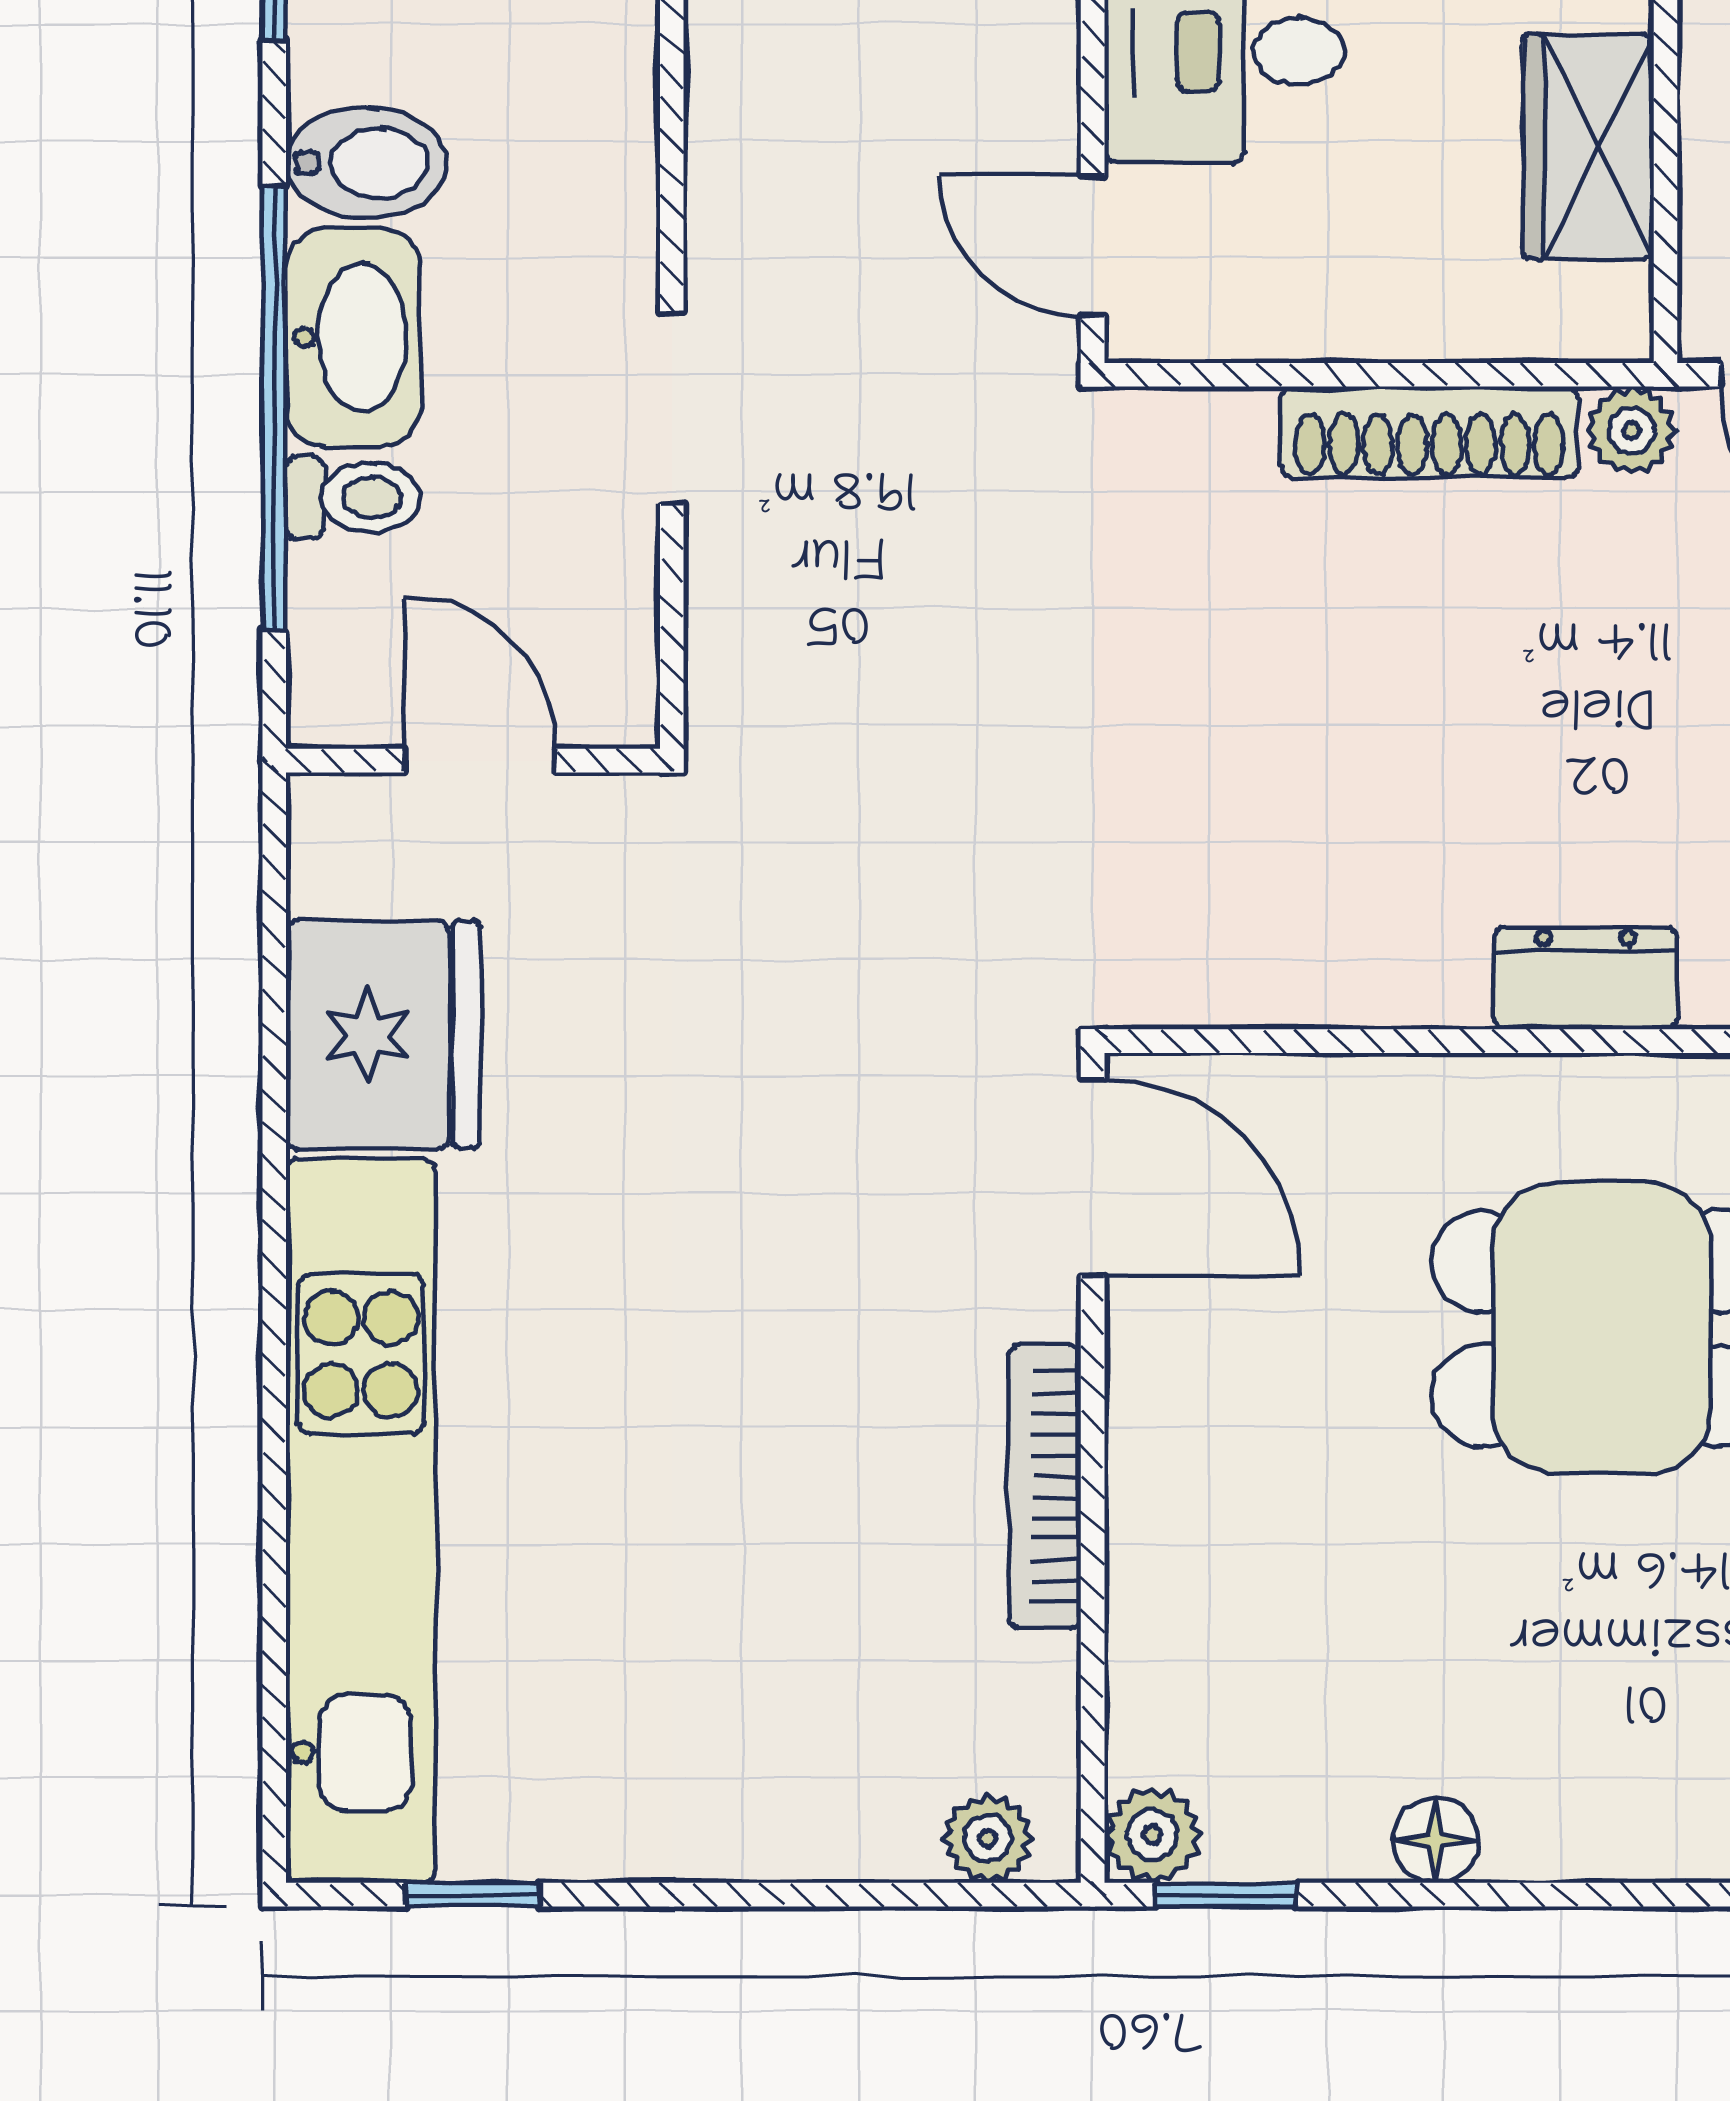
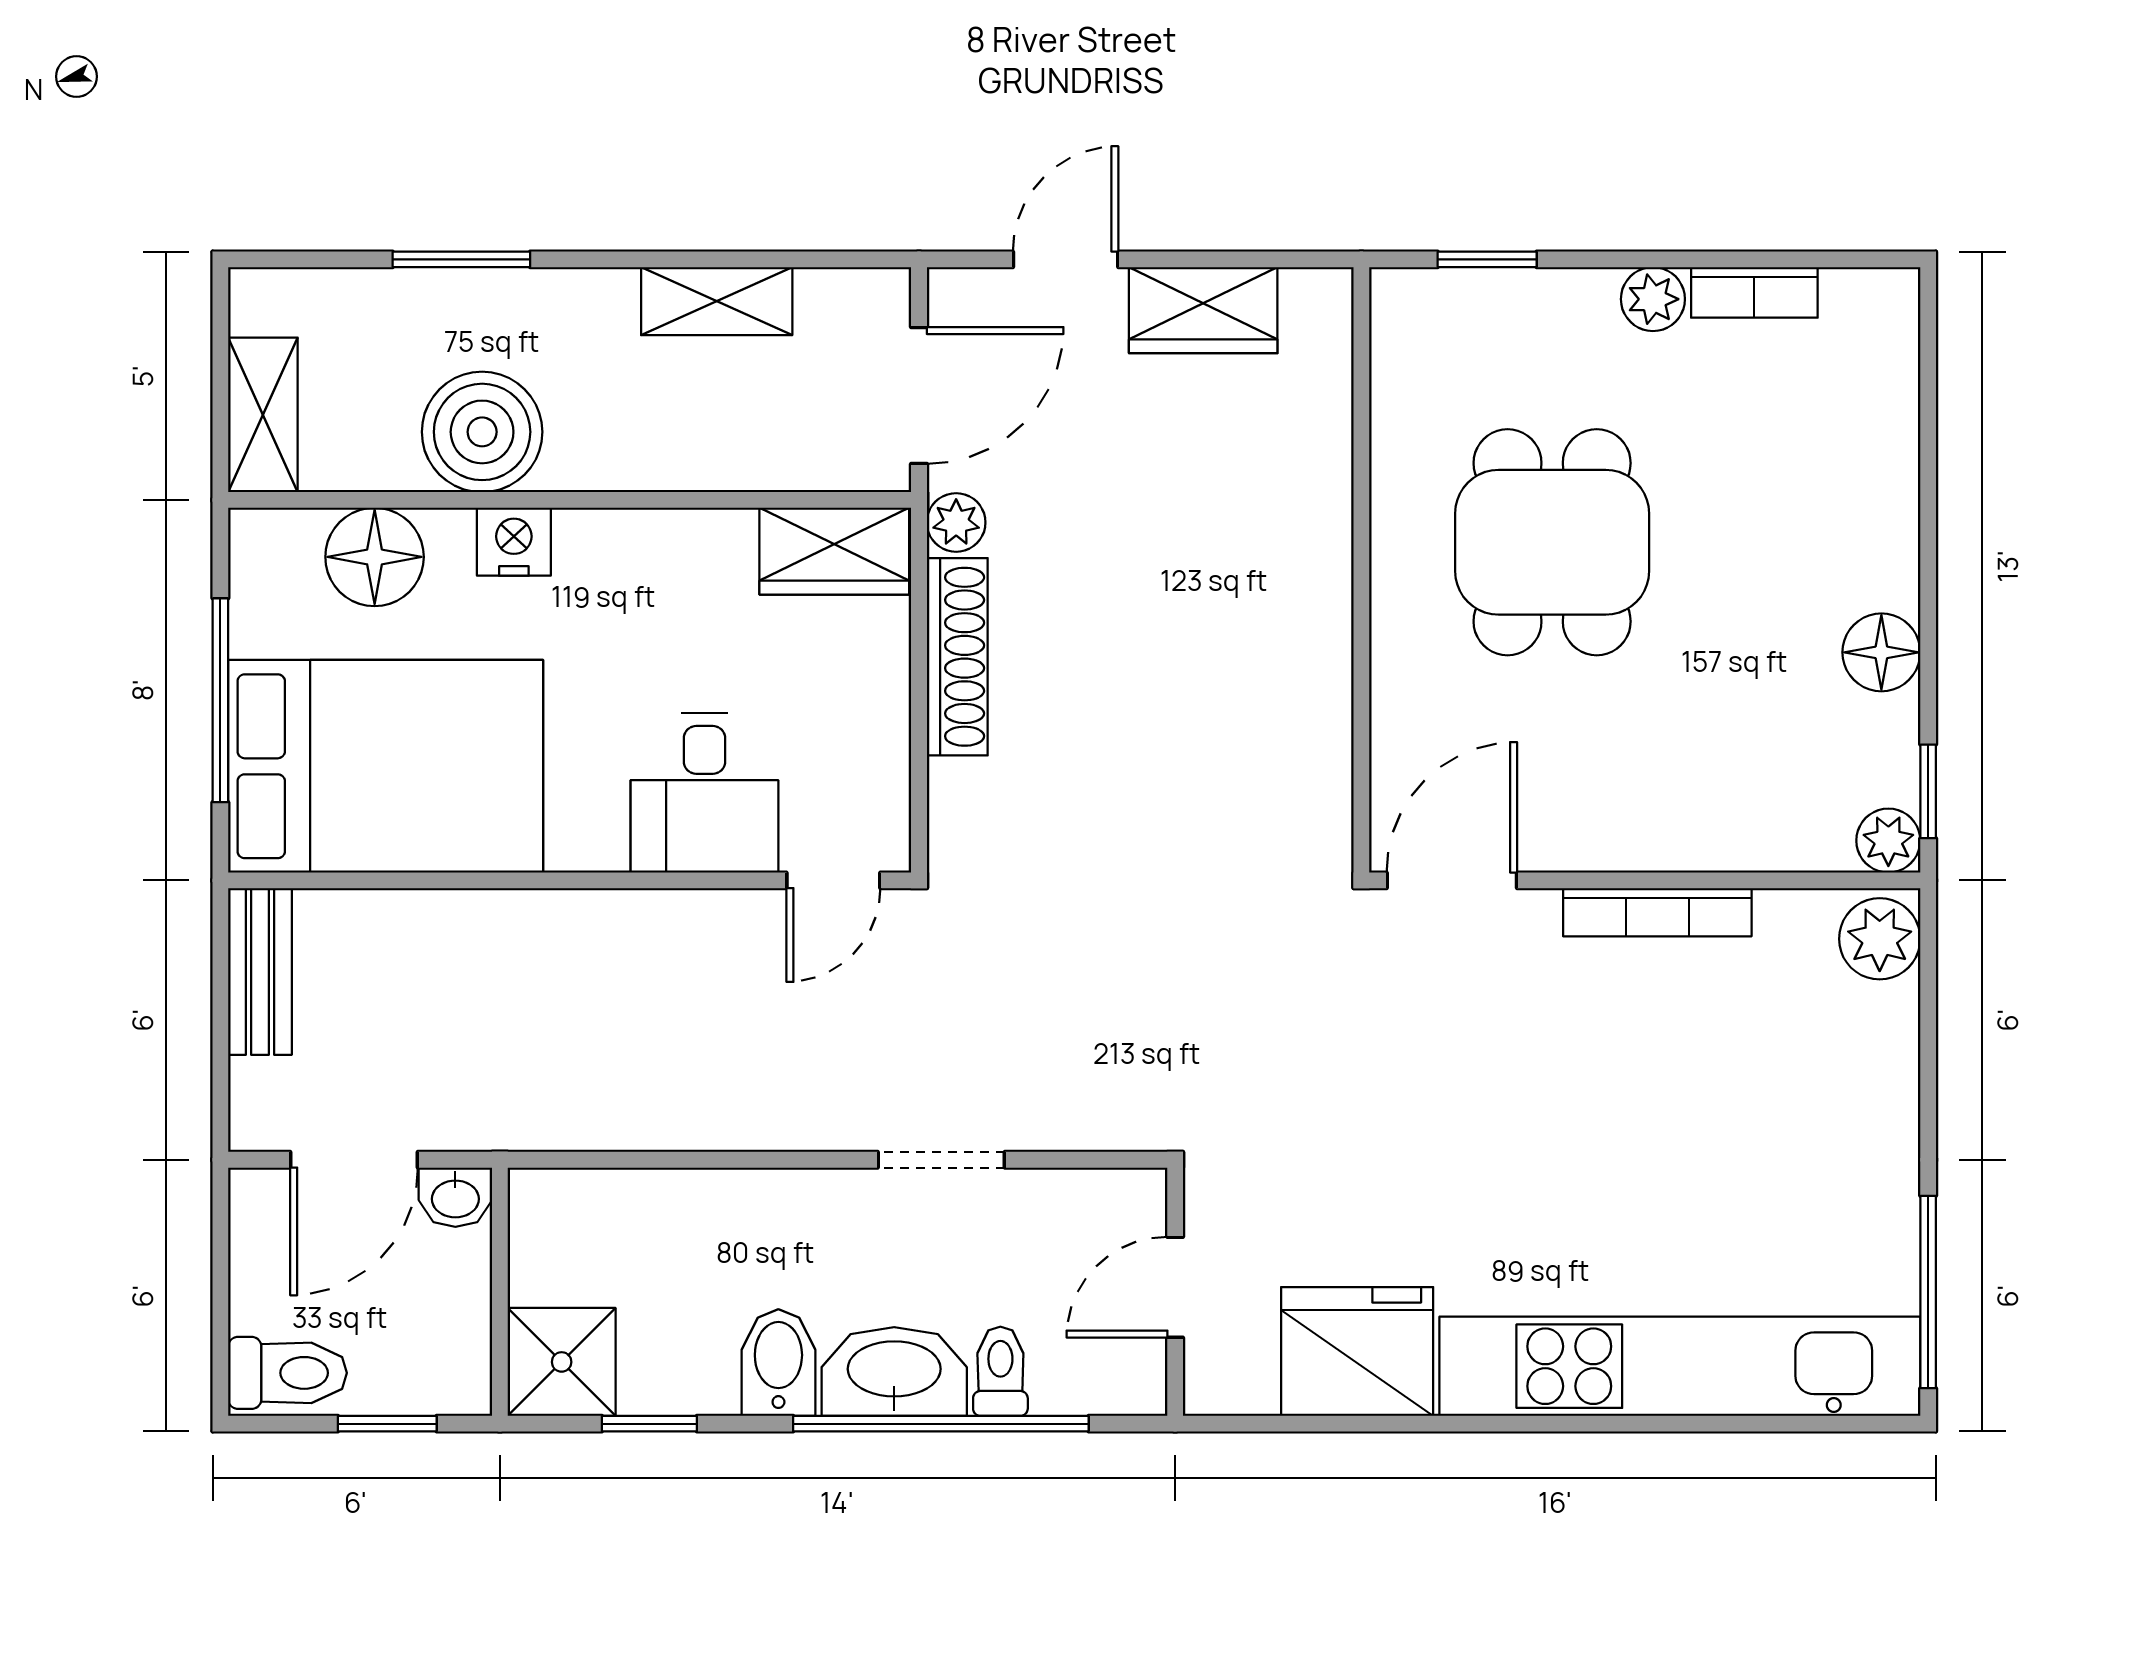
wardrobe: (1588, 147) -> (834, 551), moved
dresser: (1585, 978) -> (1320, 553), removed
plant: (988, 1838) -> (1880, 939), width x1.38, depth x1.38
floor lamp: (1436, 1840) -> (1881, 652), width x1.37, depth x1.37
window: (473, 1895) -> (1928, 1292), width x2.17

